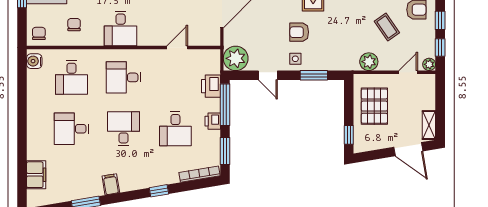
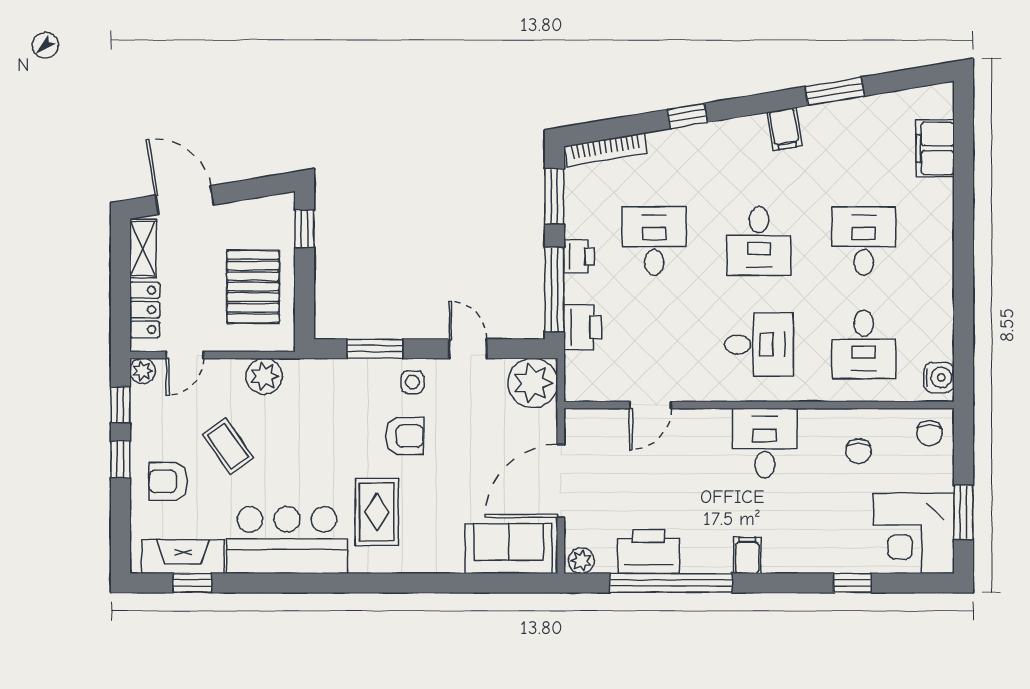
desk: (72, 77) -> (864, 345), turned 180
locker: (428, 95) -> (145, 310), added
desk: (72, 129) -> (864, 241), turned -90

